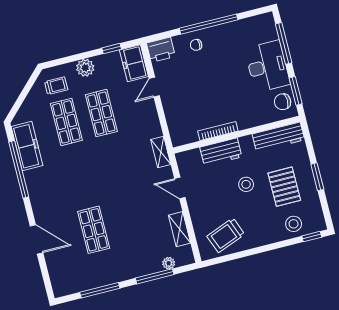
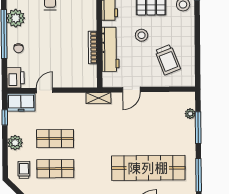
plant: (230, 33) -> (16, 18), added
door: (154, 87) -> (45, 90), swing flipped
workbench: (221, 152) -> (110, 49), width x1.38
shelving: (179, 229) -> (165, 98), removed
shop shelf: (94, 230) -> (148, 168), width x2.00, depth x1.36
trolley: (226, 235) -> (168, 60), moved

